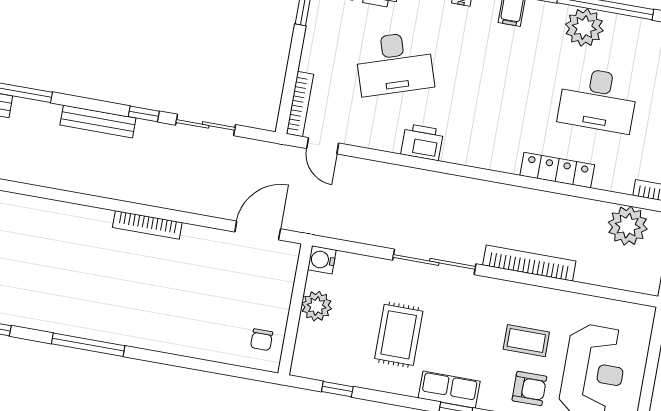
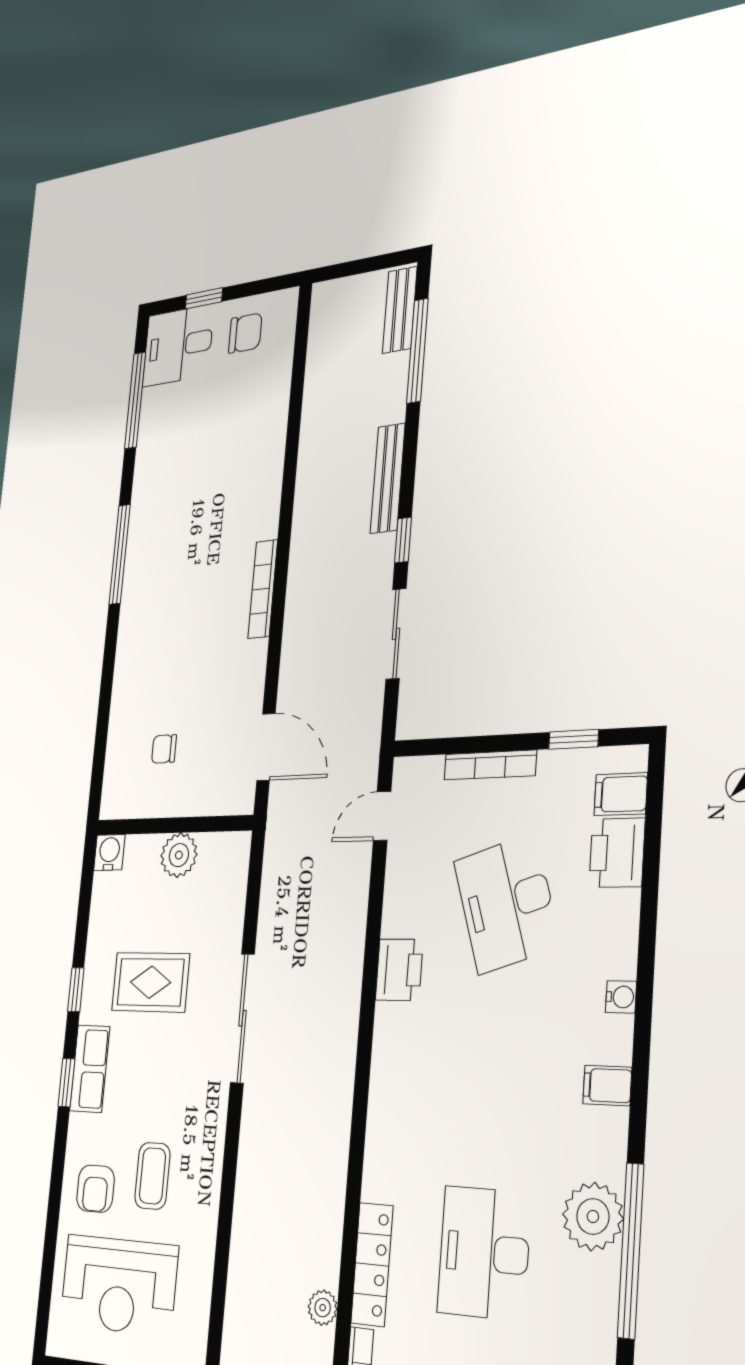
bookcase: (300, 104) -> (490, 765), moved
locker: (557, 170) -> (372, 1264), moved
plant: (628, 226) -> (323, 1308), width x0.53, depth x0.53
water cooler: (322, 260) -> (109, 852), moved
bookcase: (529, 263) -> (250, 1167), removed
chair: (262, 340) -> (164, 749), moved
window: (337, 389) -> (76, 990), moved

